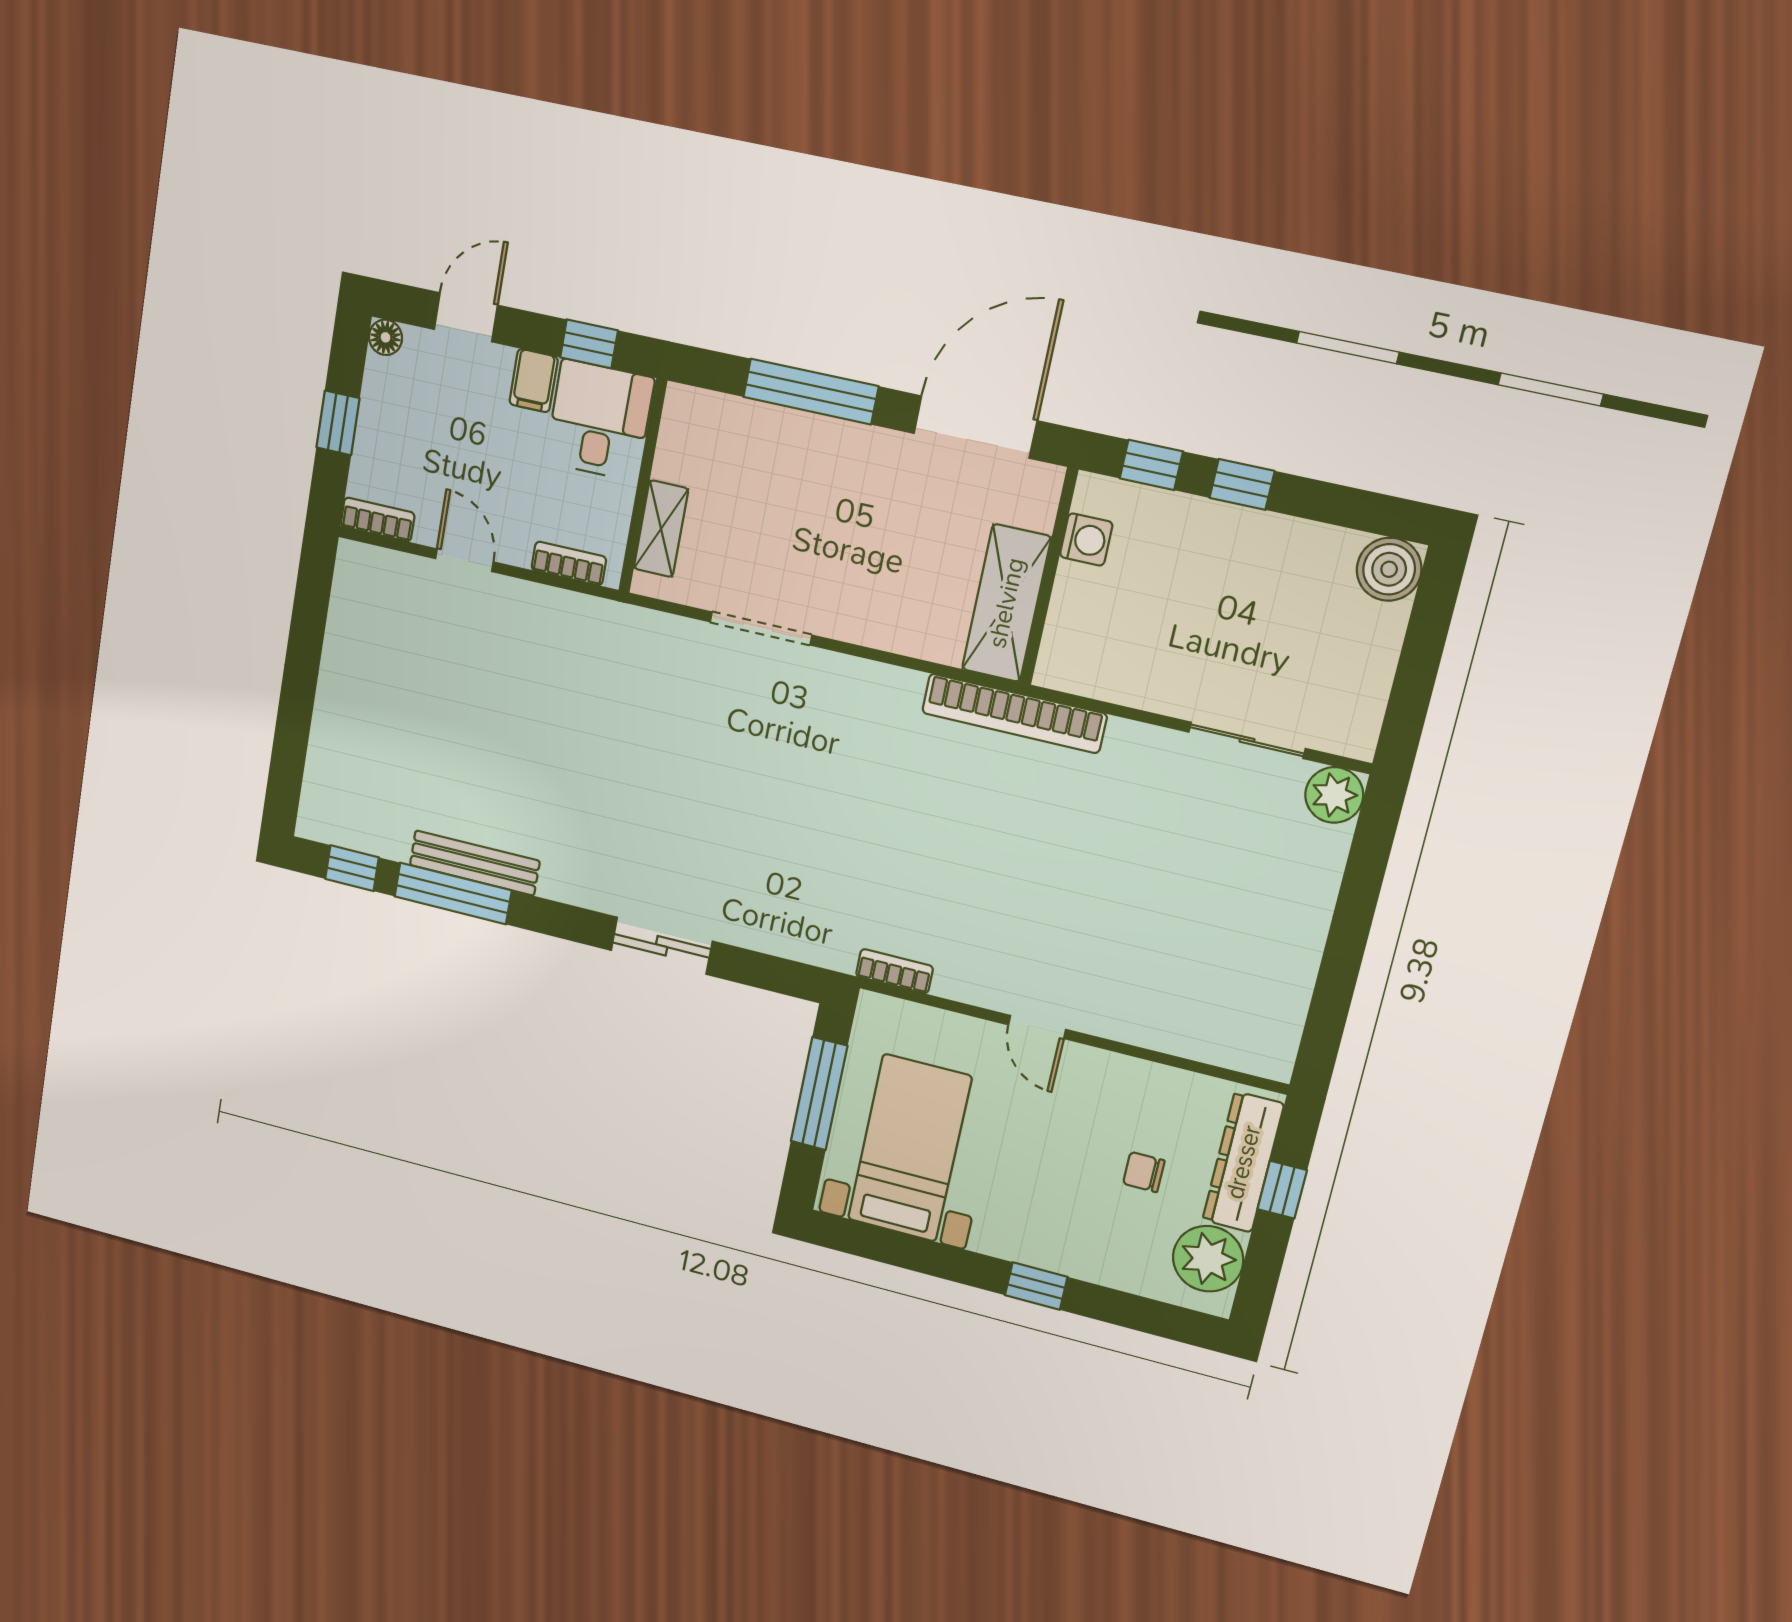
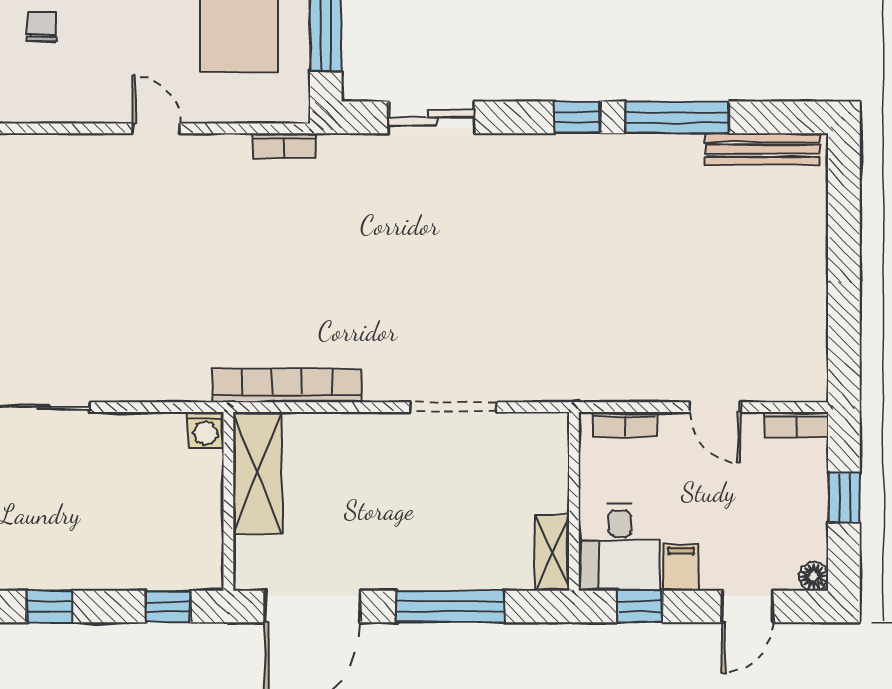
window: (1242, 484) -> (49, 606), moved
shelving: (661, 529) -> (552, 553), moved
washing machine: (1086, 540) -> (206, 430), moved, turned -90
bookcase: (1014, 713) -> (287, 385), moved
bench: (475, 863) -> (763, 149), moved
window: (352, 868) -> (577, 117), moved
sliding door: (662, 946) -> (431, 117), moved
chair: (1144, 1172) -> (42, 27), turned -89

